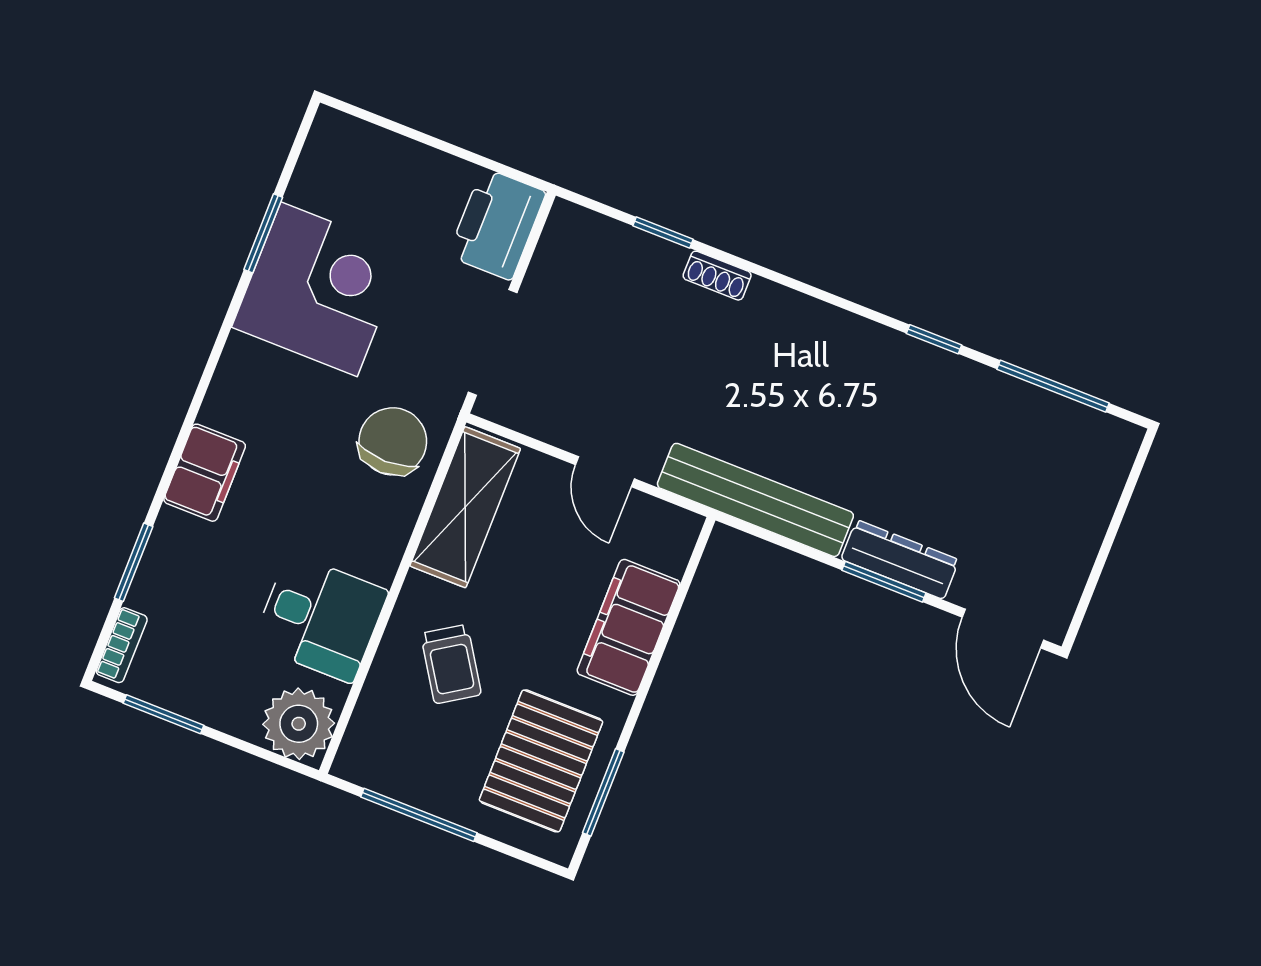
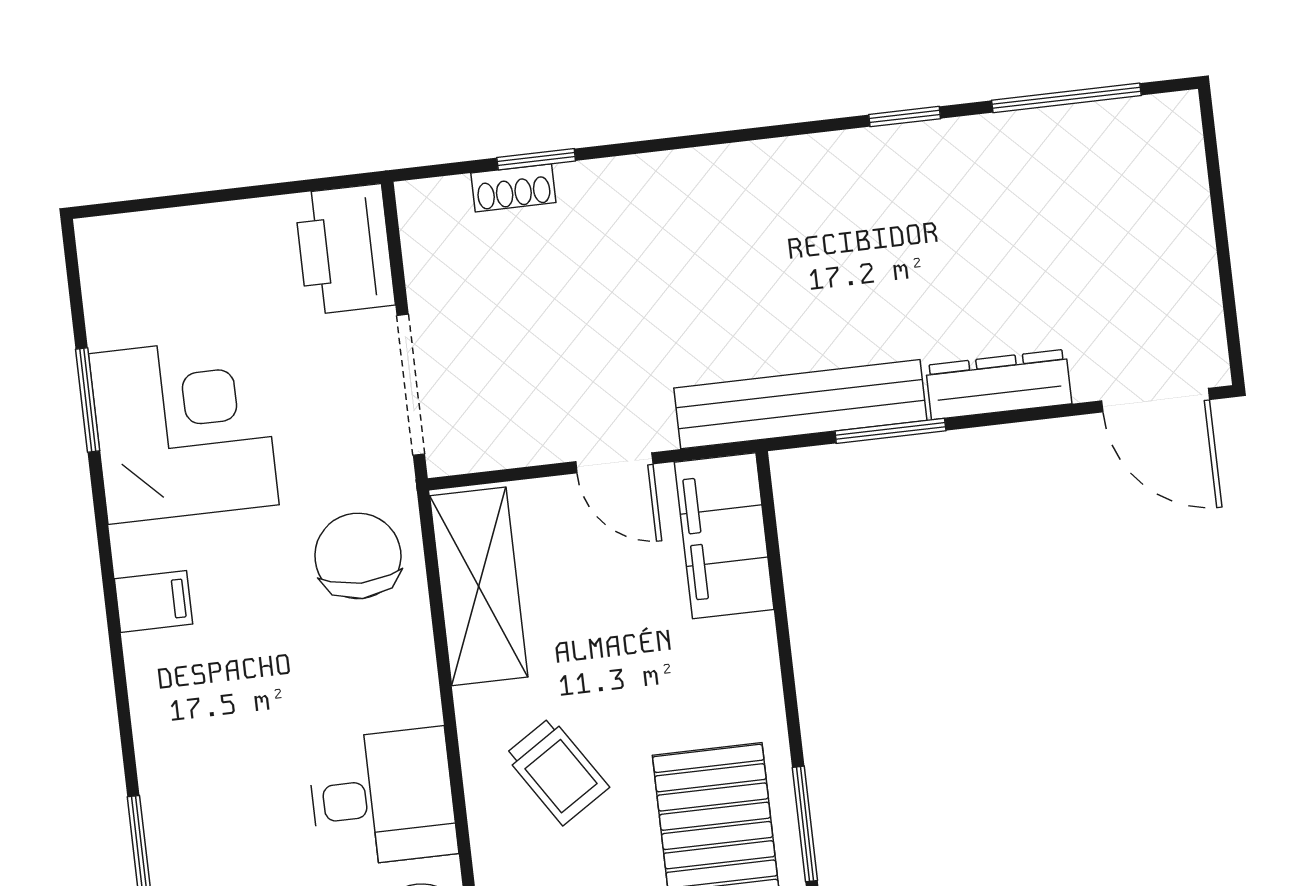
shoe rack: (717, 276) -> (513, 188), moved
filing cabinet: (205, 473) -> (154, 601), moved, width x0.50
window: (884, 582) -> (890, 431), moved
filing cabinet: (629, 627) -> (724, 536), moved

